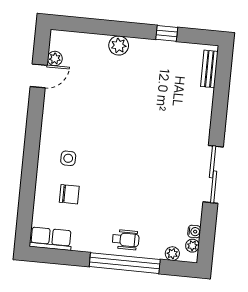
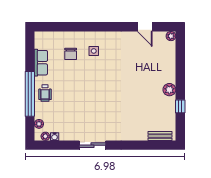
plant: (119, 46) -> (169, 90), moved
plant: (55, 59) -> (171, 36), moved
sliding door: (213, 174) -> (92, 145), width x0.73
row of seats: (51, 239) -> (41, 63), moved

